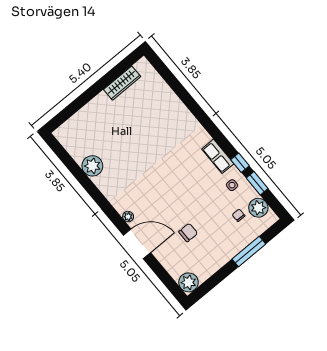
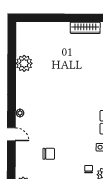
door: (137, 244) -> (11, 134), width x0.53

